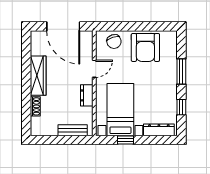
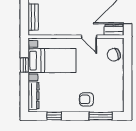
armchair: (145, 47) -> (86, 99), moved, width x0.53, depth x0.53
window: (181, 72) -> (101, 116), moved
dresser: (87, 95) -> (114, 30), moved

